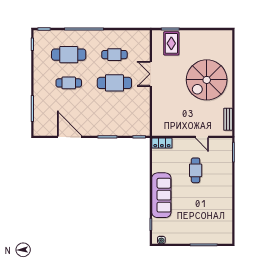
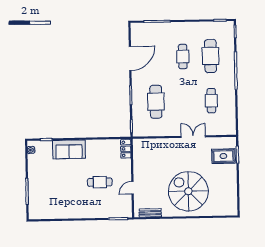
cafe table: (114, 83) -> (156, 102), moved
sofa: (161, 195) -> (69, 149), width x0.73

